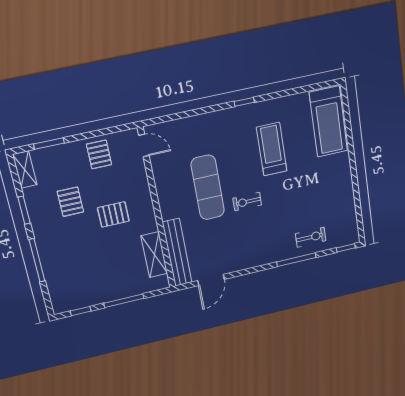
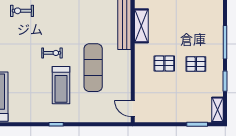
treadmill: (272, 149) -> (61, 85), moved
pallet: (99, 154) -> (165, 109), removed
pallet: (70, 202) -> (196, 64), moved, turned 90
exercise bike: (247, 202) -> (52, 53), moved

